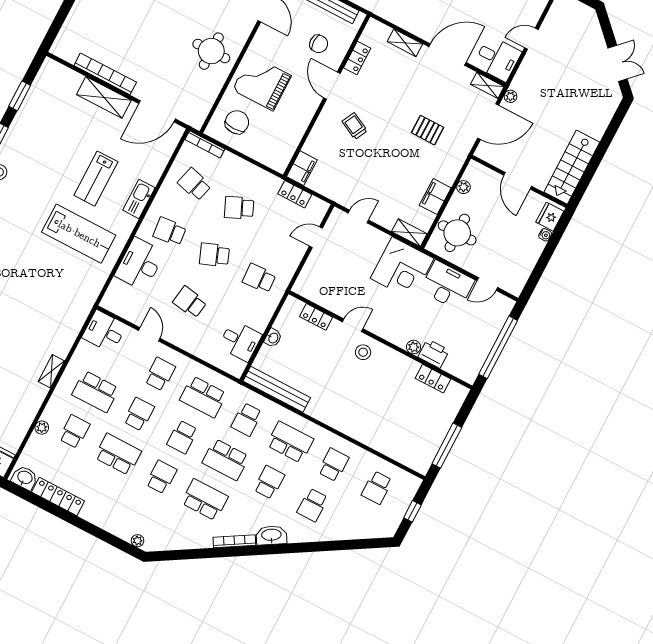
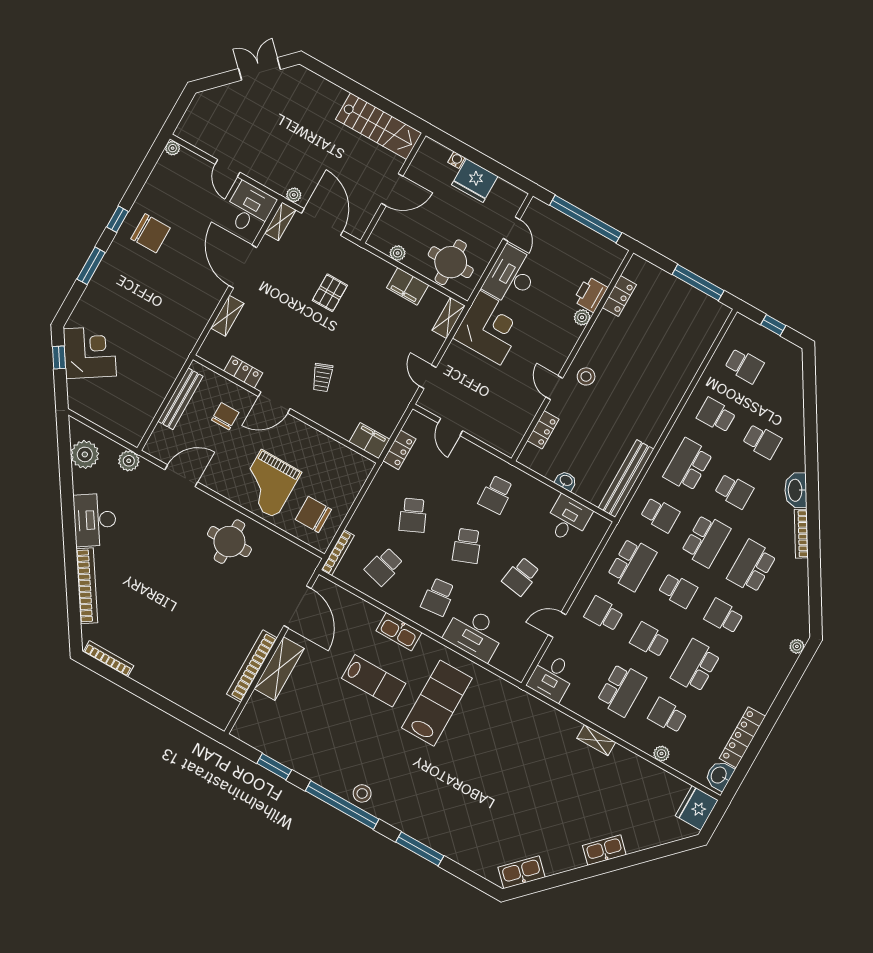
trolley: (355, 126) -> (322, 378), turned -48
fridge: (550, 217) -> (475, 180), moved, width x1.36, depth x1.34
school desk: (269, 482) -> (734, 491), turned 180

